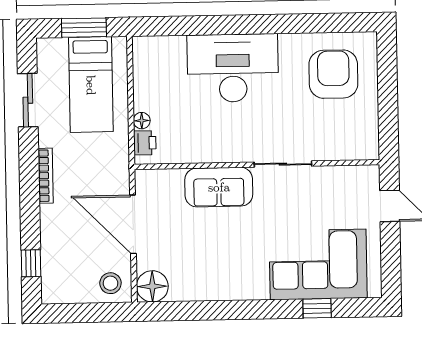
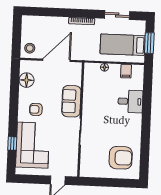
desk: (233, 68) -> (130, 101), width x0.53, depth x0.77
filing cabinet: (147, 74) -> (126, 71), added
printer: (145, 143) -> (94, 68), removed
armchair: (241, 262) -> (36, 109), added
window: (31, 263) -> (41, 12), removed
floor lamp: (152, 286) -> (27, 80), moved

